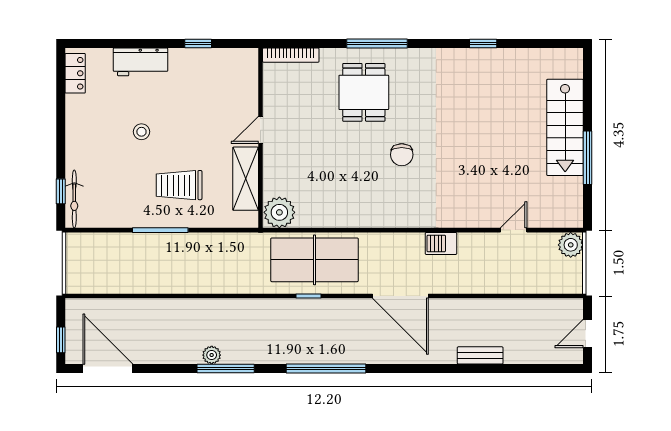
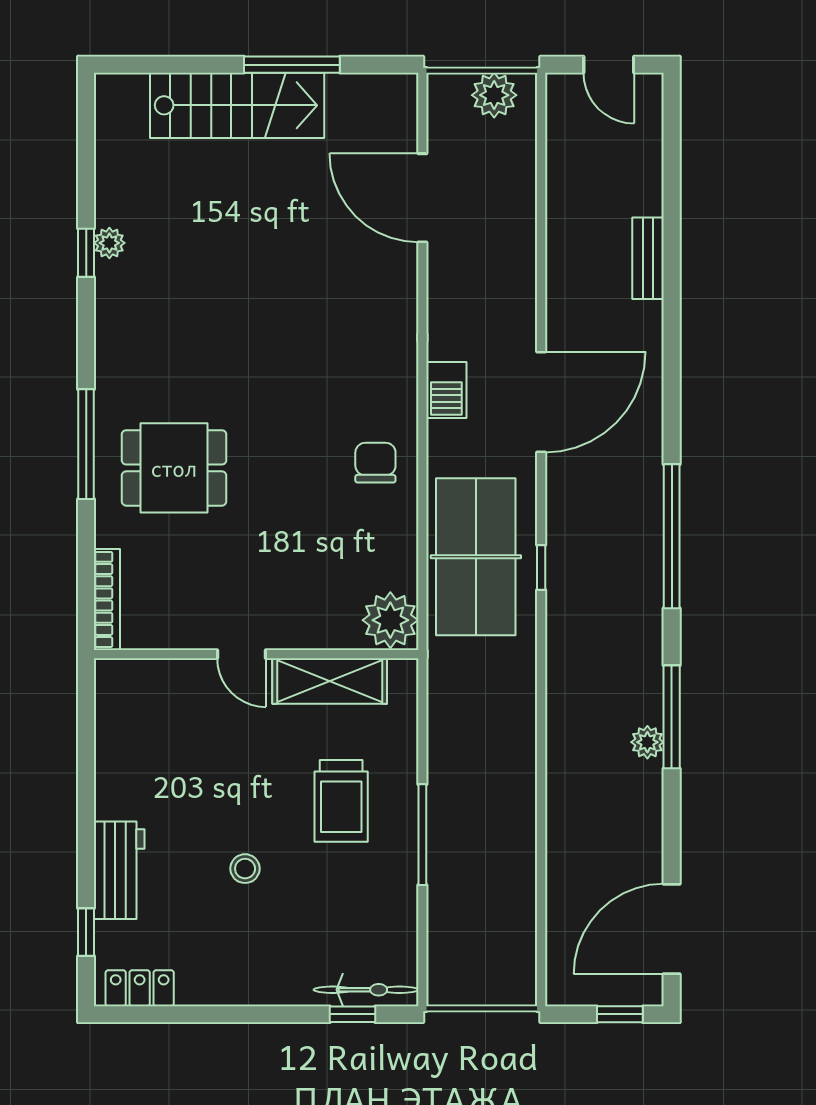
window: (198, 44) -> (86, 932), moved
plant: (489, 56) -> (109, 243), added
chair: (402, 155) -> (375, 463), moved, turned -90
door: (514, 230) -> (422, 198), width x1.87
barbecue: (441, 243) -> (446, 390), moved
plant: (571, 245) -> (494, 95), moved

